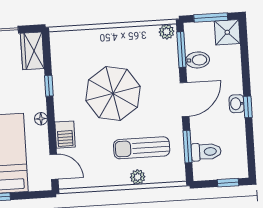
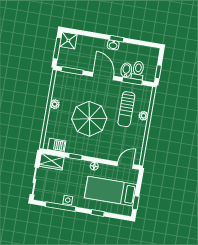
plant: (167, 32) -> (55, 104), moved
bidet: (198, 60) -> (126, 70), moved
barbecue: (65, 135) -> (57, 145), moved
window: (228, 183) -> (158, 72), moved

